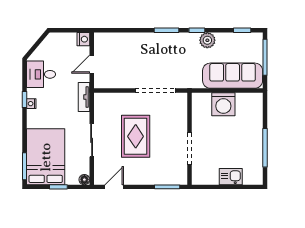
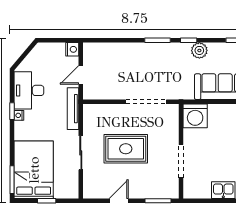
desk: (41, 74) -> (29, 90), width x1.37
tv unit: (84, 97) -> (73, 109), width x1.41
washing machine: (223, 104) -> (195, 116), moved
rug: (136, 136) -> (126, 149), turned 90
floor lamp: (84, 180) -> (73, 193), removed
door: (114, 187) -> (119, 201), moved

